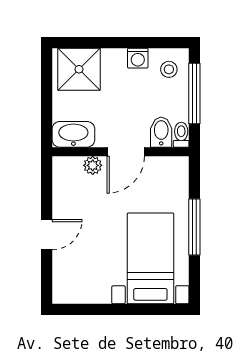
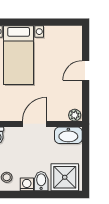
bidet: (161, 132) -> (41, 181), moved, turned 180
plant: (93, 165) -> (75, 115), moved

